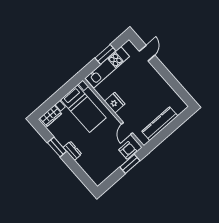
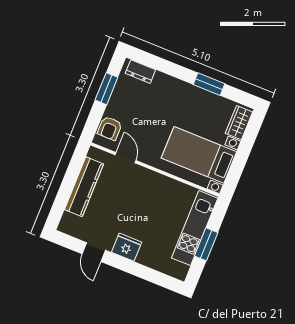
door: (147, 53) -> (94, 252), moved
fridge: (115, 103) -> (127, 247), moved, turned 180
dresser: (72, 151) -> (140, 72), moved
window: (130, 164) -> (106, 89), moved

